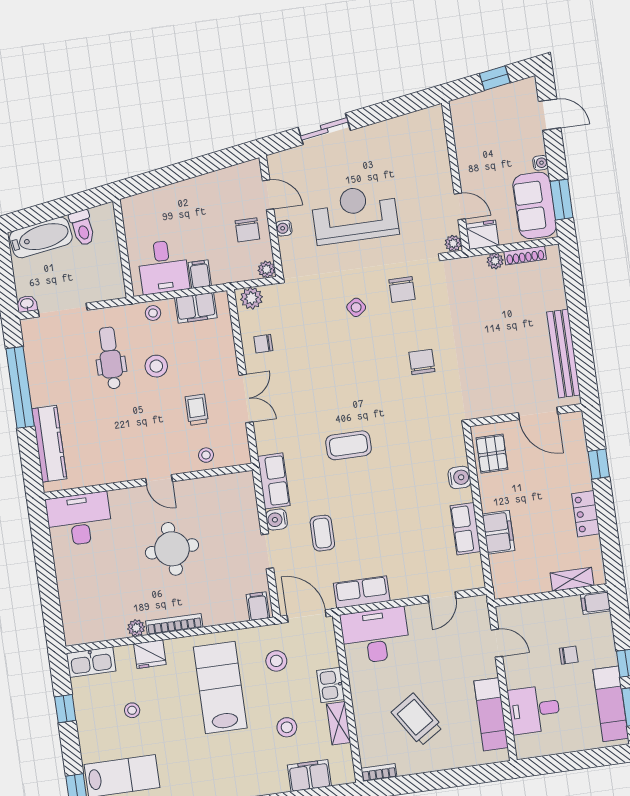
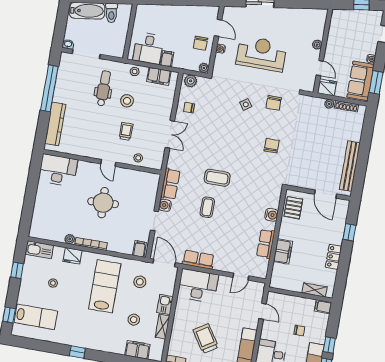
plant: (453, 243) -> (317, 45), moved
trolley: (197, 410) -> (126, 131), moved
coffee table: (322, 533) -> (207, 207), moved

